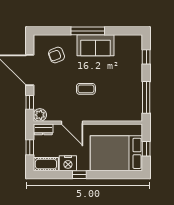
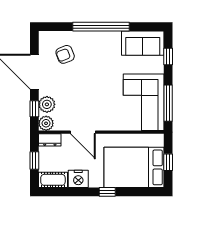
window: (88, 31) -> (101, 27), width x1.46
sofa: (96, 45) -> (143, 43), moved
coffee table: (86, 89) -> (99, 93), removed
corner sofa: (125, 97) -> (144, 102), added
plant: (41, 98) -> (47, 104), added
window: (79, 175) -> (107, 192), moved

